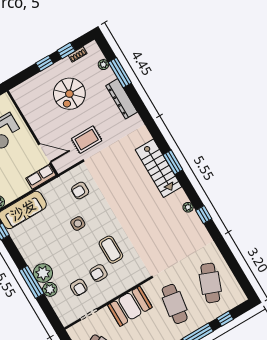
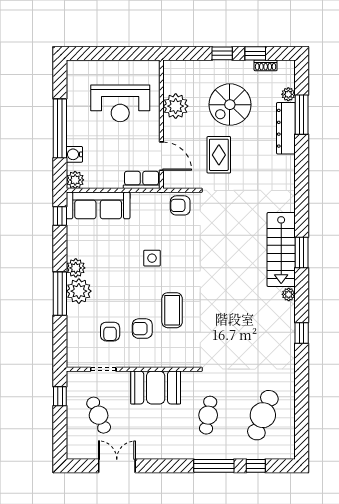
dresser: (122, 99) -> (286, 128), moved
plant: (35, 116) -> (176, 106), added
rug: (87, 140) -> (219, 155), moved, turned 90
armchair: (80, 191) -> (180, 205), moved
plant: (188, 207) -> (289, 294), moved
plant: (50, 289) -> (76, 268), moved
cafe table: (175, 304) -> (208, 415), width x0.73, depth x0.74

